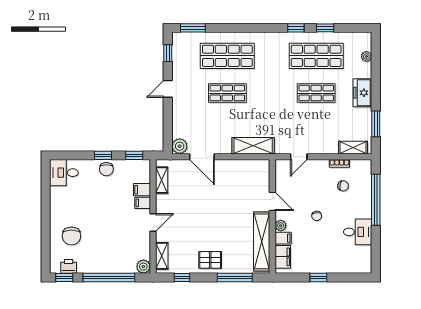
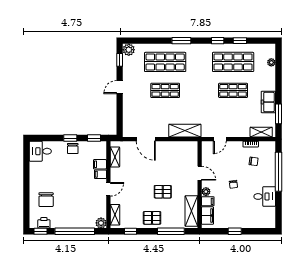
window: (193, 28) -> (181, 41), moved
freezer: (362, 93) -> (268, 102), moved
plant: (180, 146) -> (129, 50), moved
pallet: (224, 226) -> (163, 192), added
shelving: (262, 241) -> (191, 211), width x0.68

